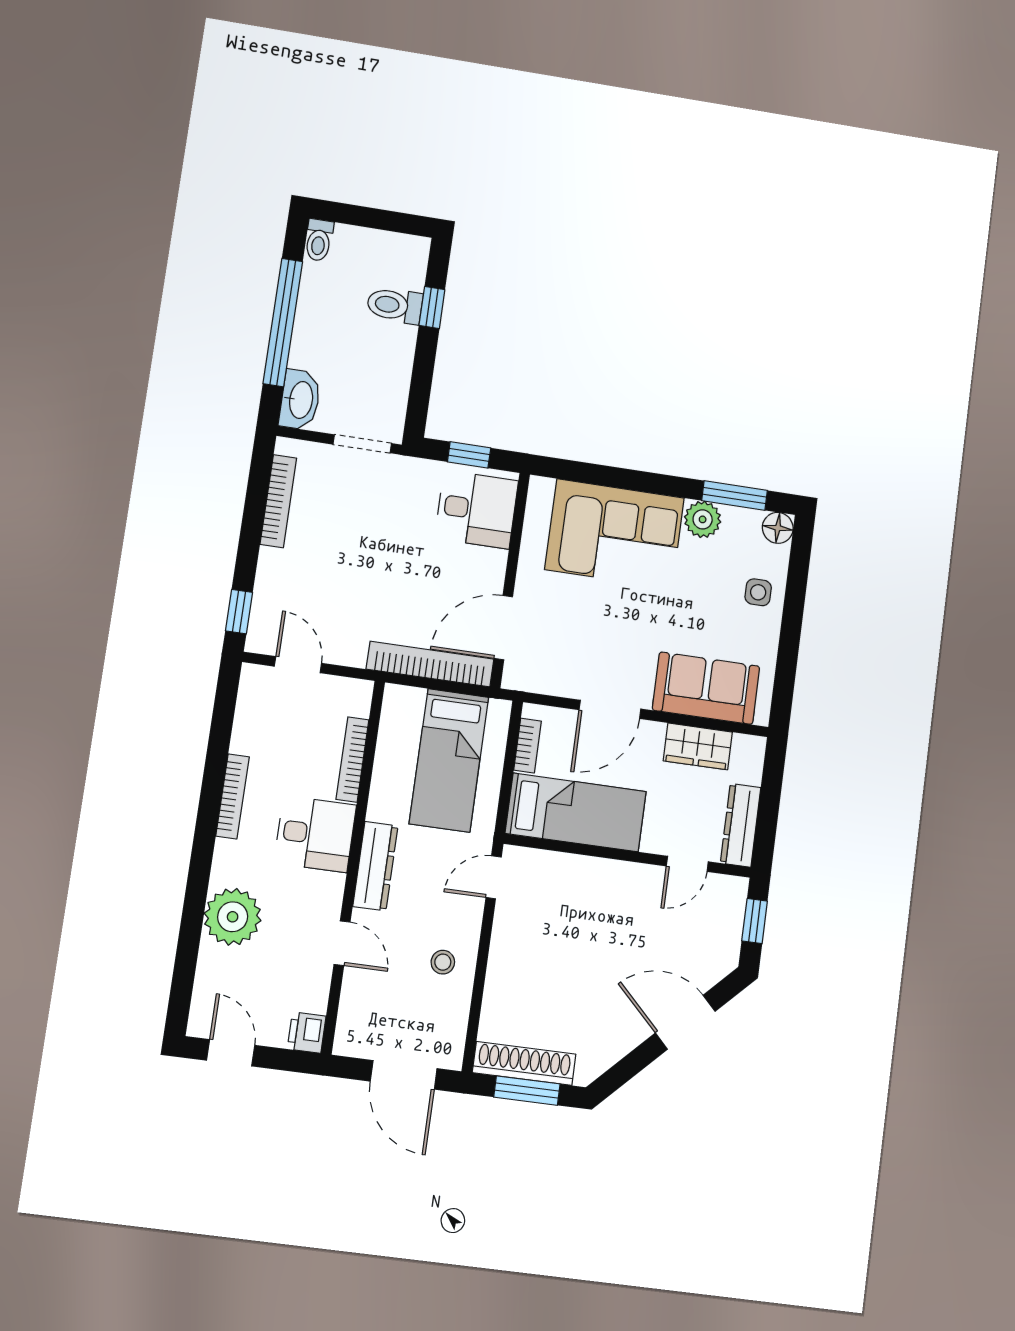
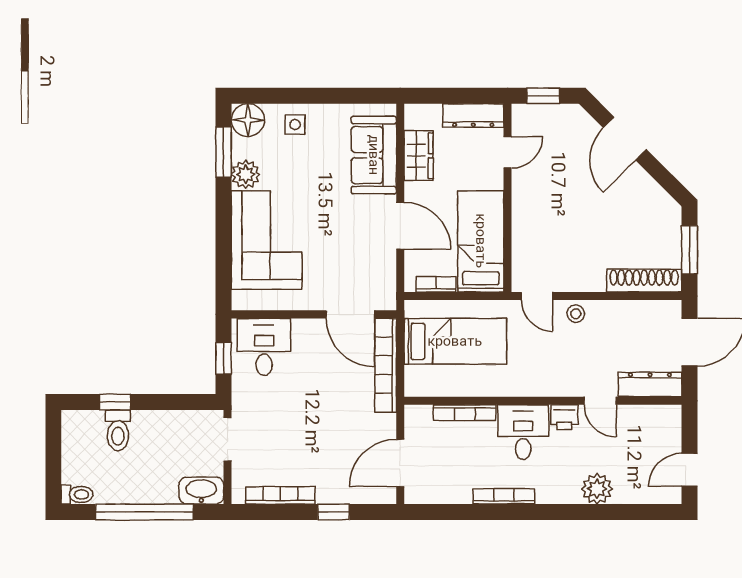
floor lamp: (778, 528) -> (248, 120), width x1.38, depth x1.38
window: (239, 612) -> (334, 512), moved
door: (298, 665) -> (400, 463), width x1.38
door: (687, 864) -> (508, 152), hinge flipped
dresser: (375, 866) -> (650, 384), moved
plant: (233, 917) -> (597, 489), width x0.73, depth x0.73
door: (342, 943) -> (600, 401), swing flipped
stool: (443, 962) -> (576, 314), moved
printer: (307, 1033) -> (564, 417), moved
shoe rack: (524, 1063) -> (644, 281), moved, turned 90

